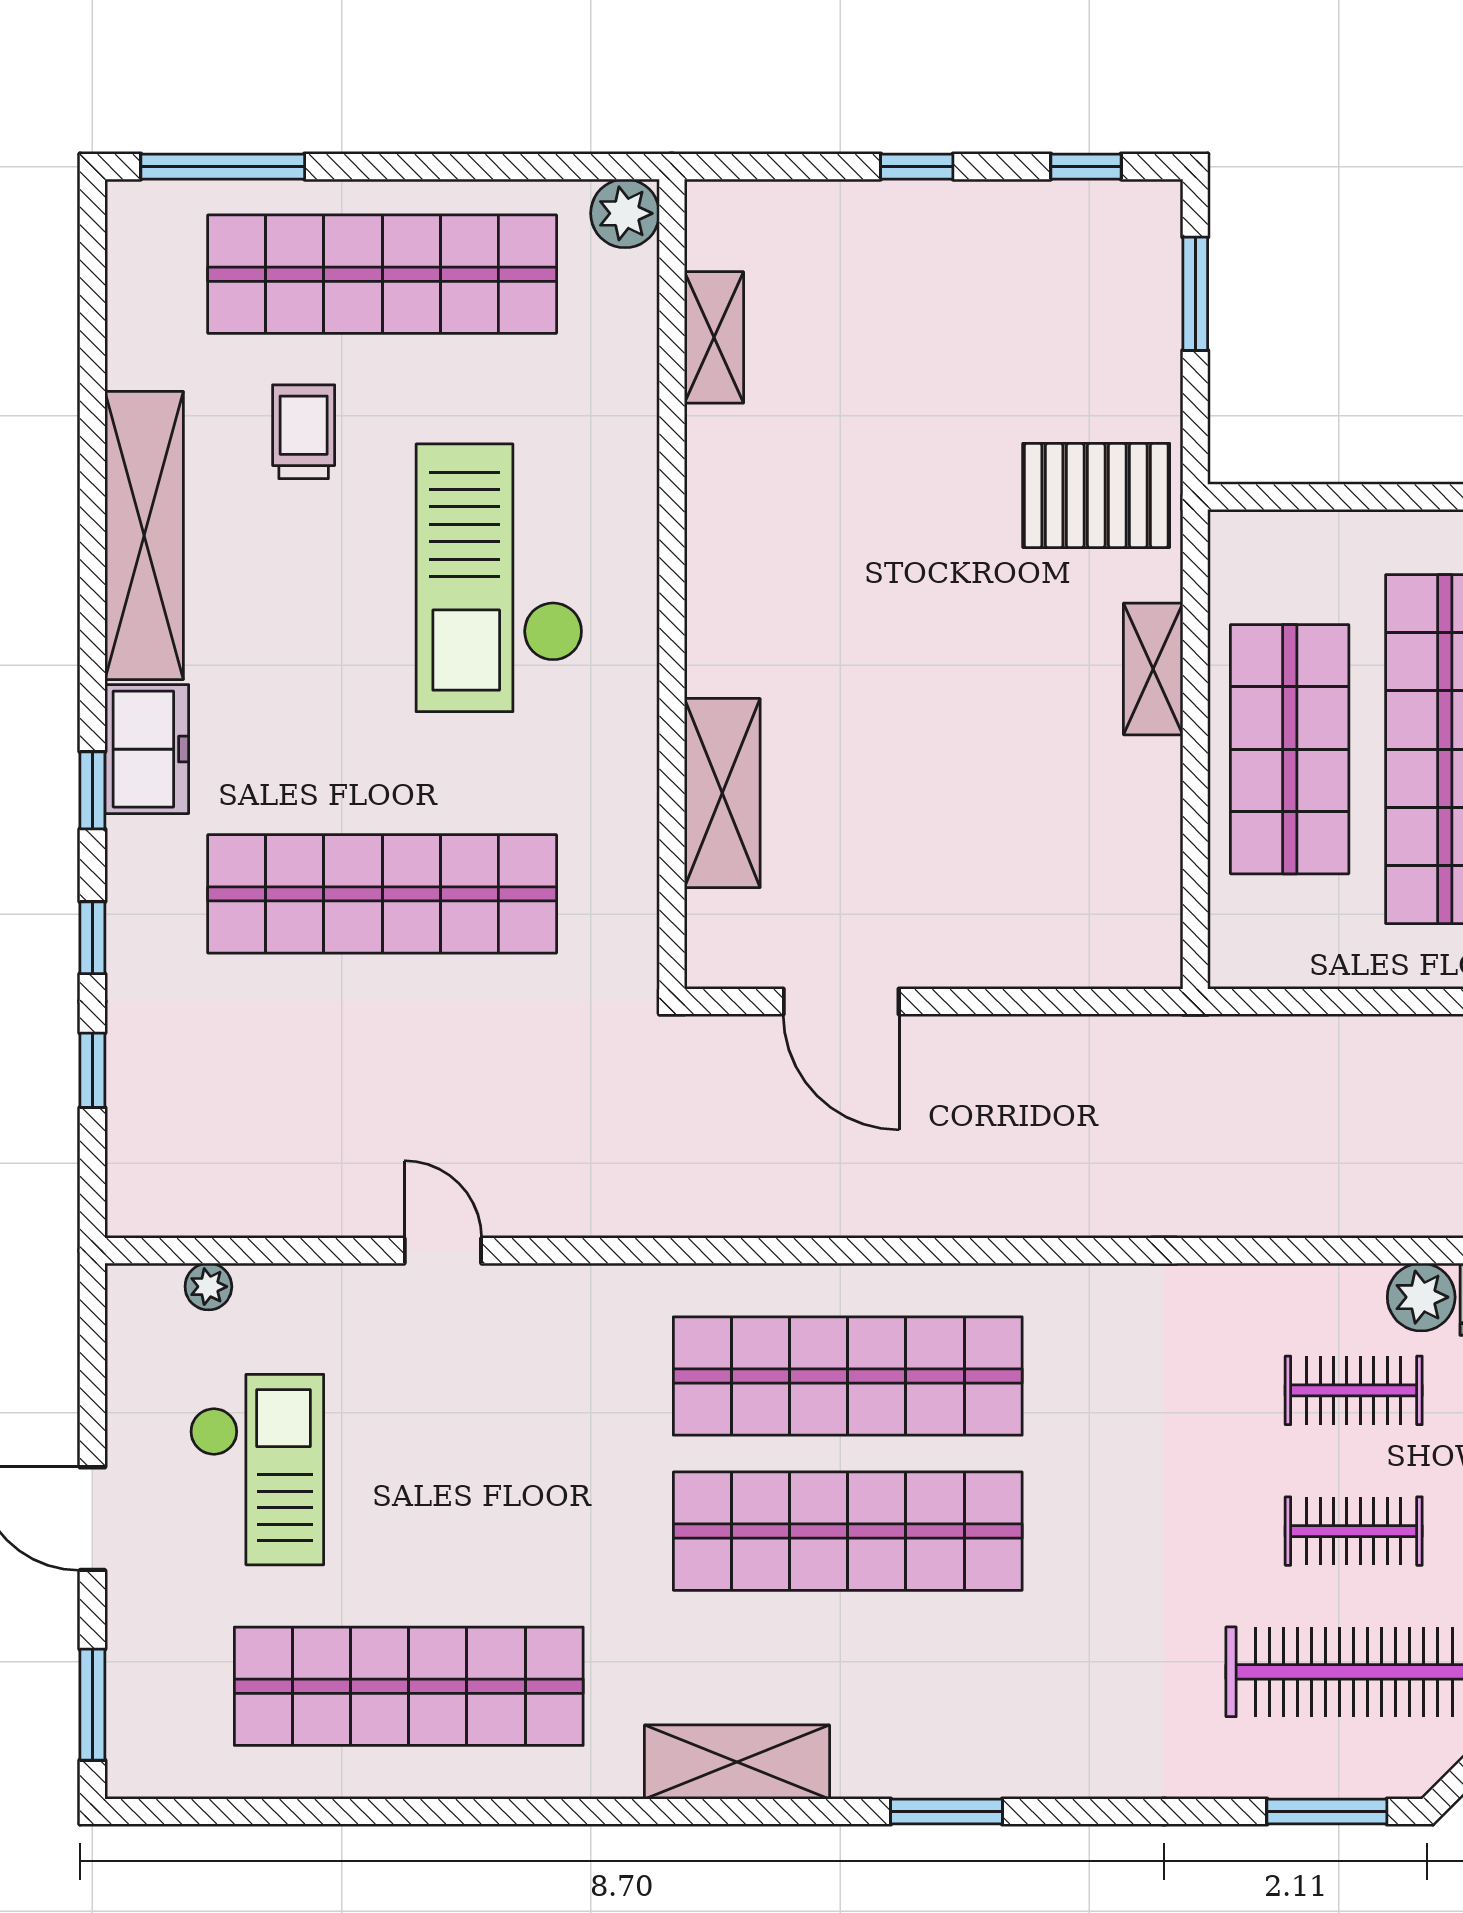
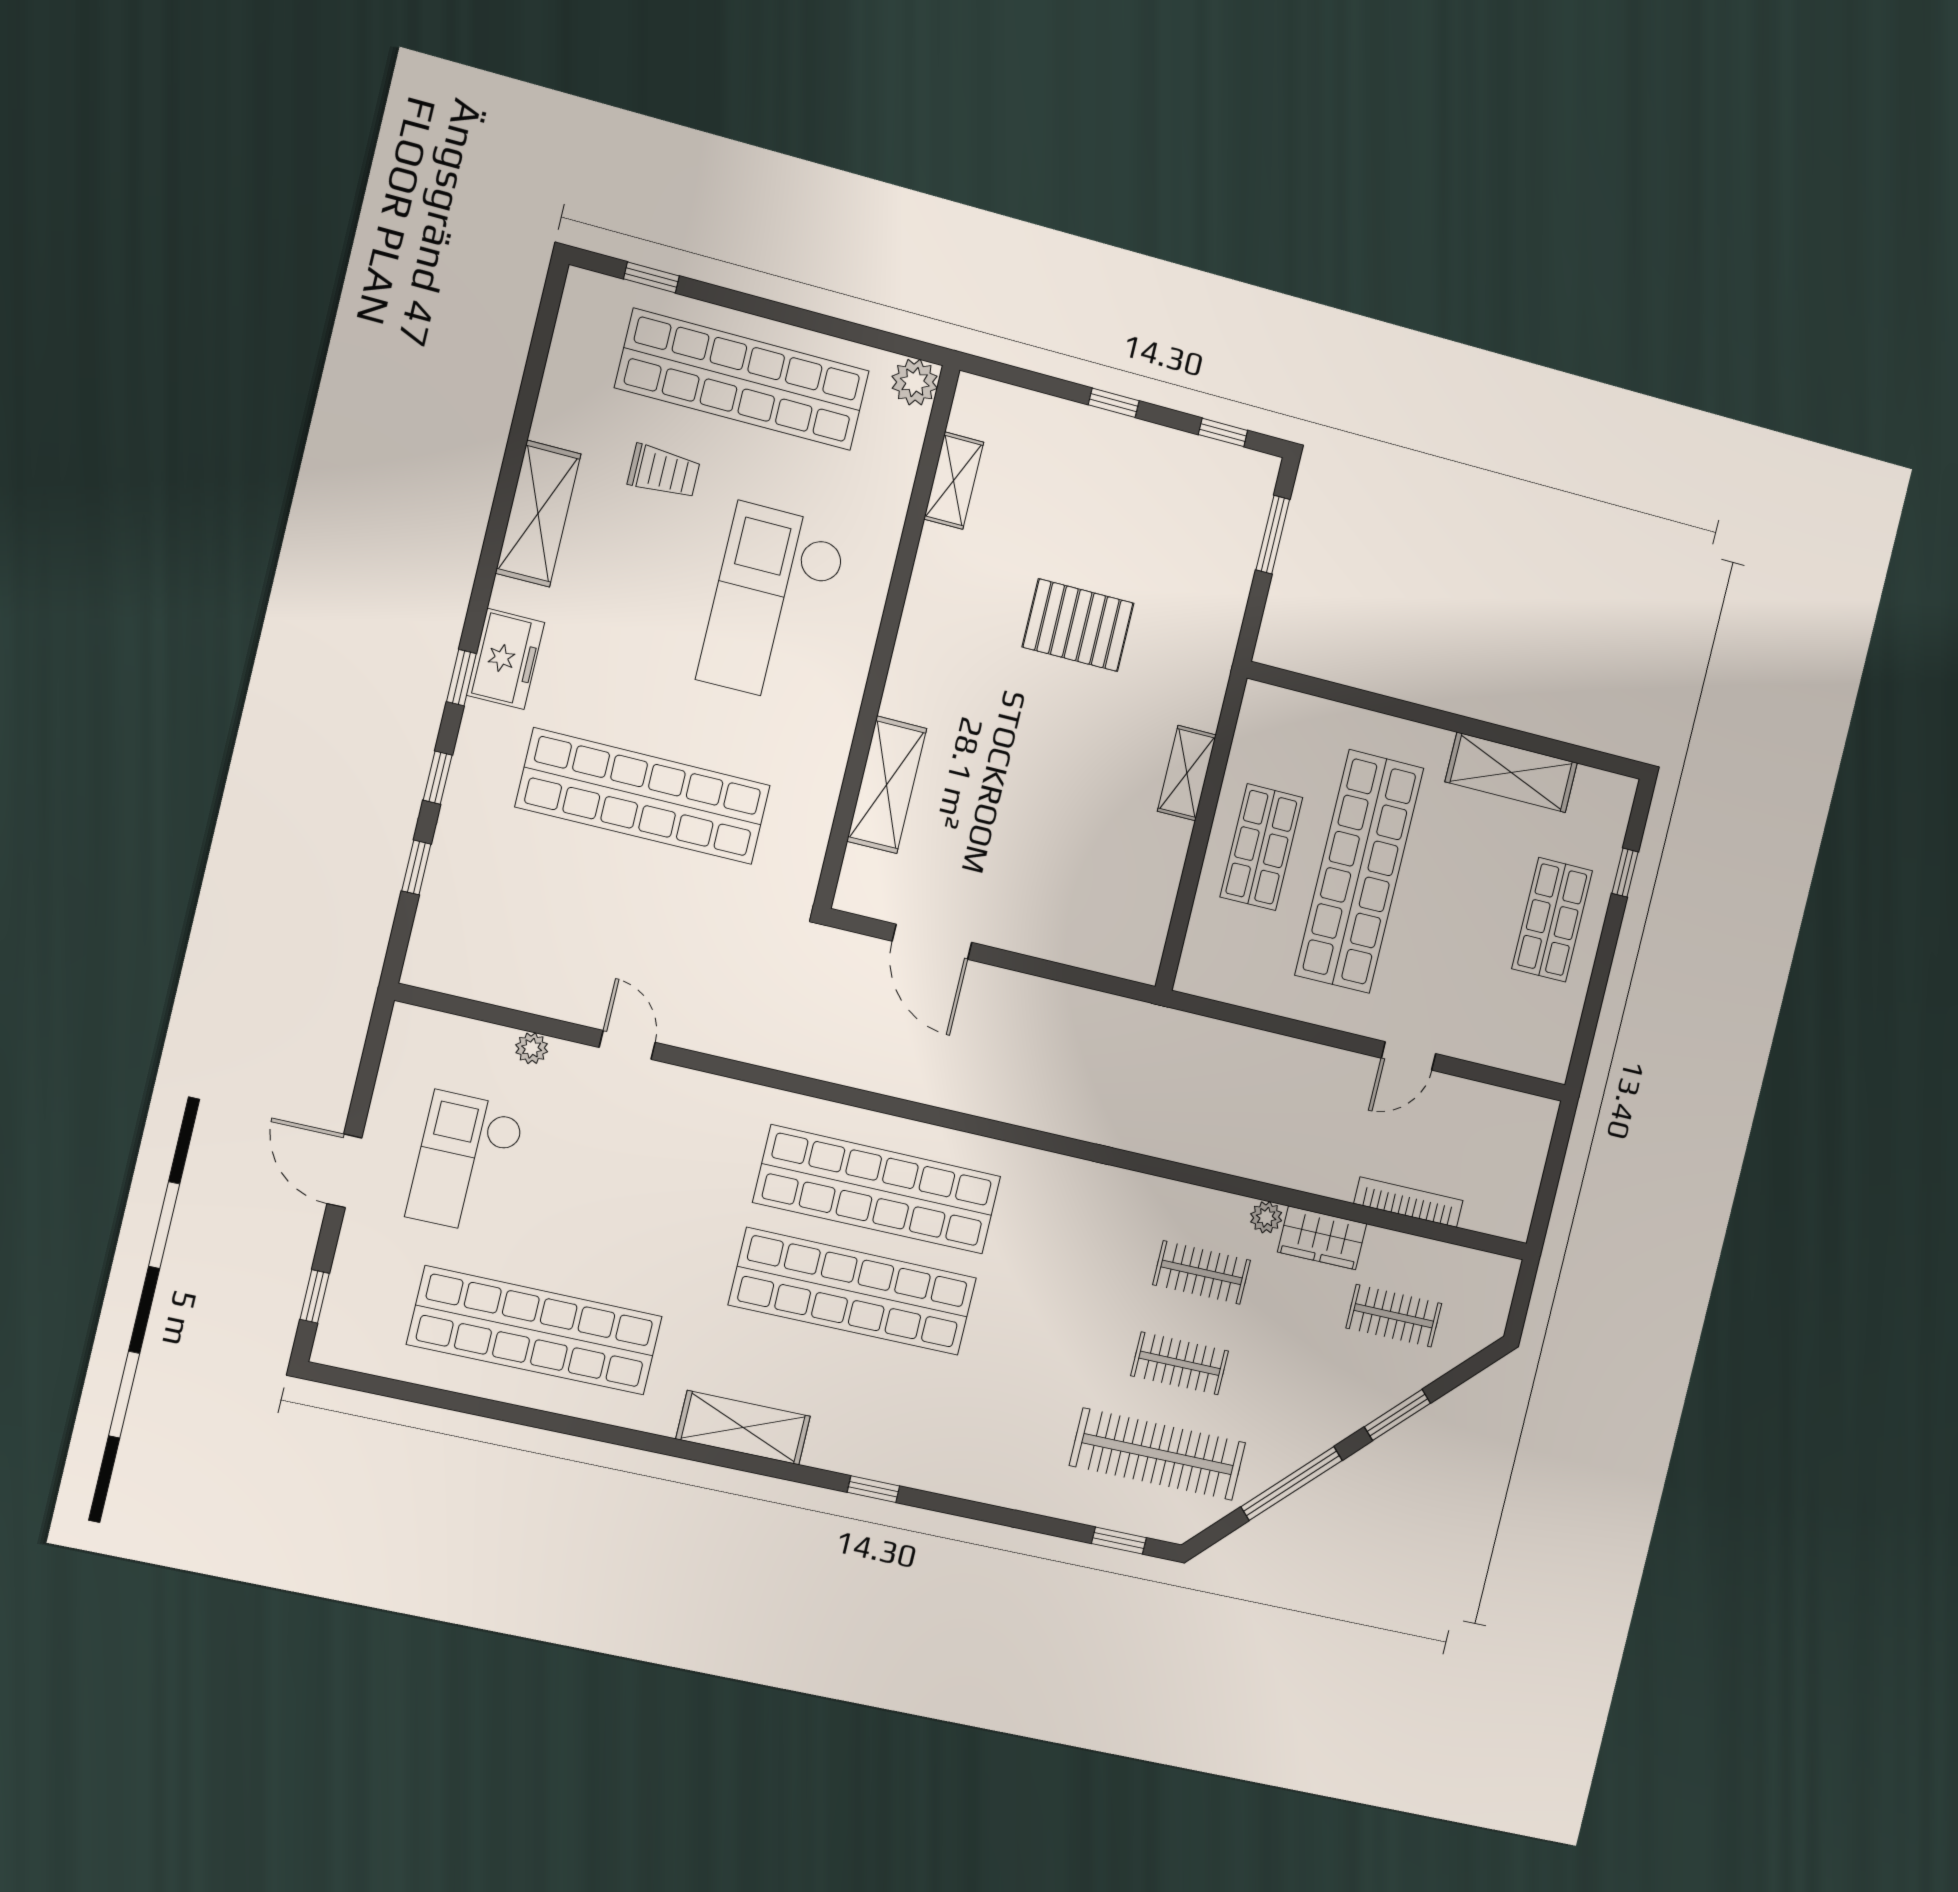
window: (223, 167) -> (651, 277), width x0.46
trolley: (304, 432) -> (664, 472), turned 90
pallet: (1096, 495) -> (1078, 625), moved
shelving: (144, 536) -> (538, 514), width x0.68
shop shelf: (1290, 749) -> (1261, 847), width x0.70, depth x0.74
plant: (208, 1287) -> (532, 1048), moved
plant: (1421, 1297) -> (1266, 1217), width x0.73, depth x0.73
checkout: (257, 1470) -> (466, 1163), turned 180
window: (92, 1705) -> (315, 1296), width x0.67
window: (947, 1811) -> (873, 1489), width x0.67
window: (1327, 1811) -> (1119, 1541), width x0.67

